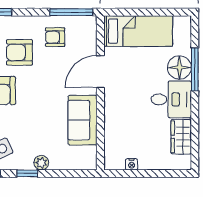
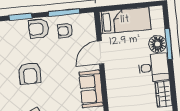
window: (71, 12) -> (64, 13), moved
armchair: (19, 52) -> (39, 29), moved

